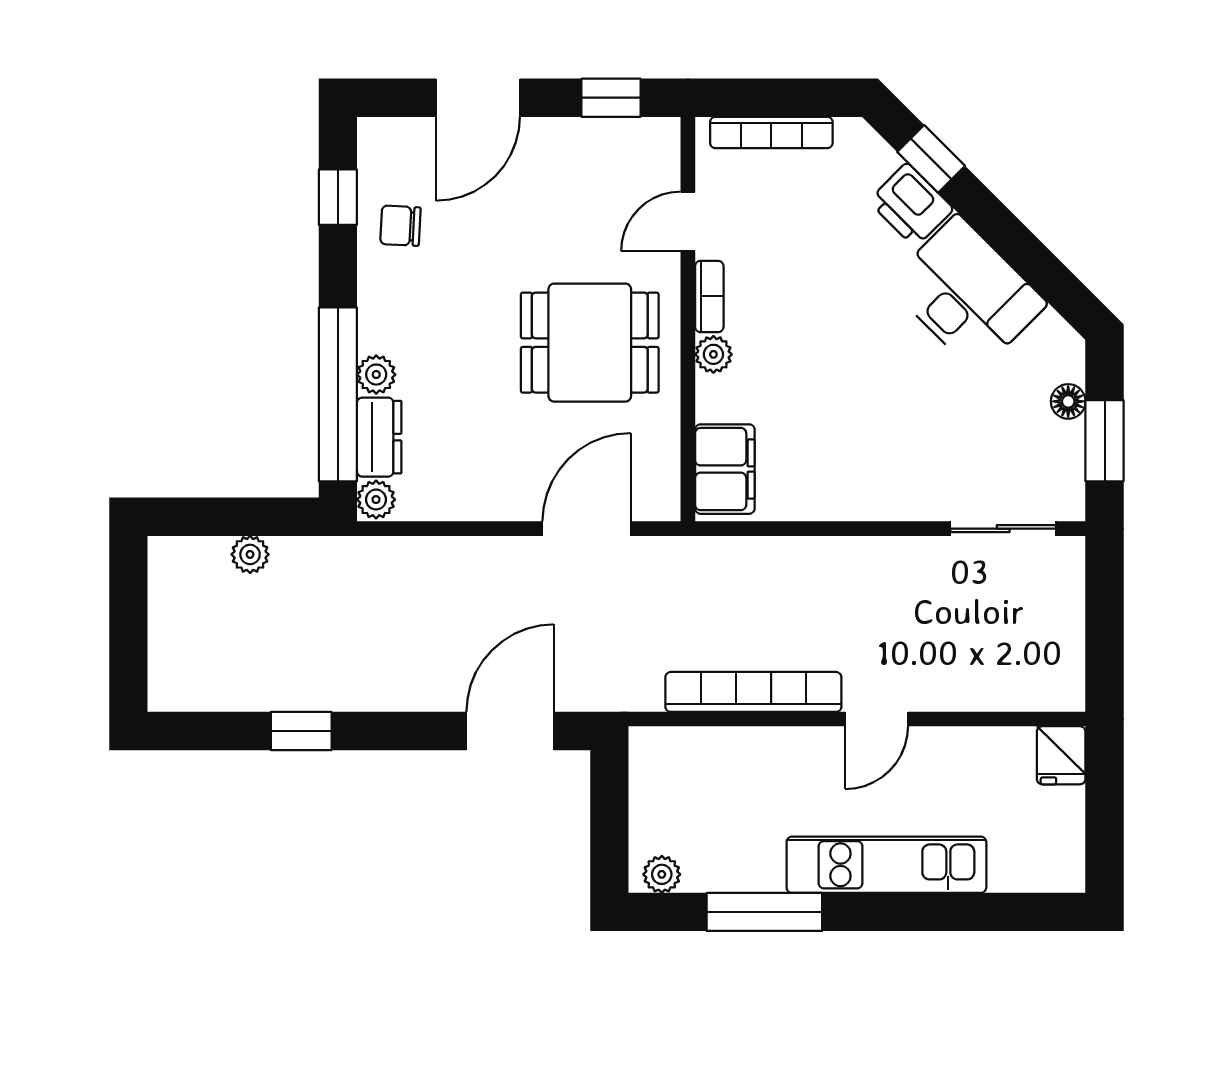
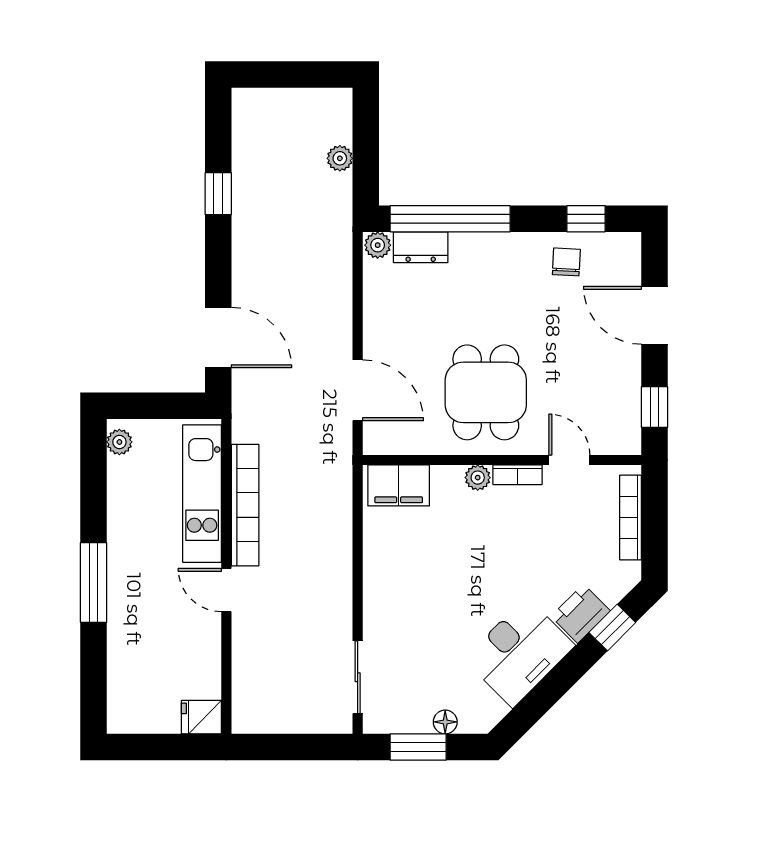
plant: (376, 375) -> (464, 245), removed
kitchen unit: (886, 865) -> (202, 494), moved, turned 180
window: (764, 912) -> (94, 582), moved

